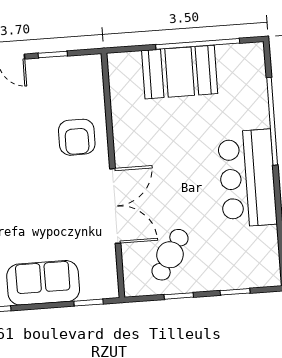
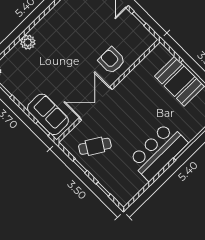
armchair: (77, 137) -> (112, 60), turned 90
double door: (115, 206) -> (96, 104), swing flipped
sofa: (43, 283) -> (48, 114), moved

